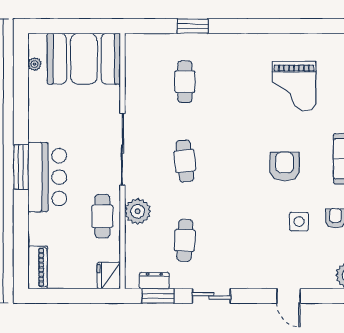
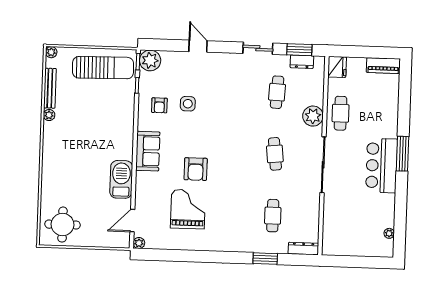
dresser: (144, 41) -> (303, 249), added
booth: (84, 59) -> (351, 236), removed
armchair: (285, 166) -> (196, 169), moved
bar counter: (47, 177) -> (382, 166), moved
piano: (38, 267) -> (383, 66), moved, turned -90

